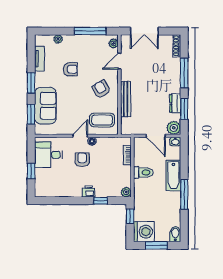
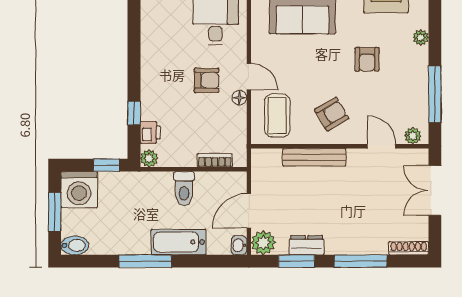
printer: (88, 191) -> (150, 132), moved

